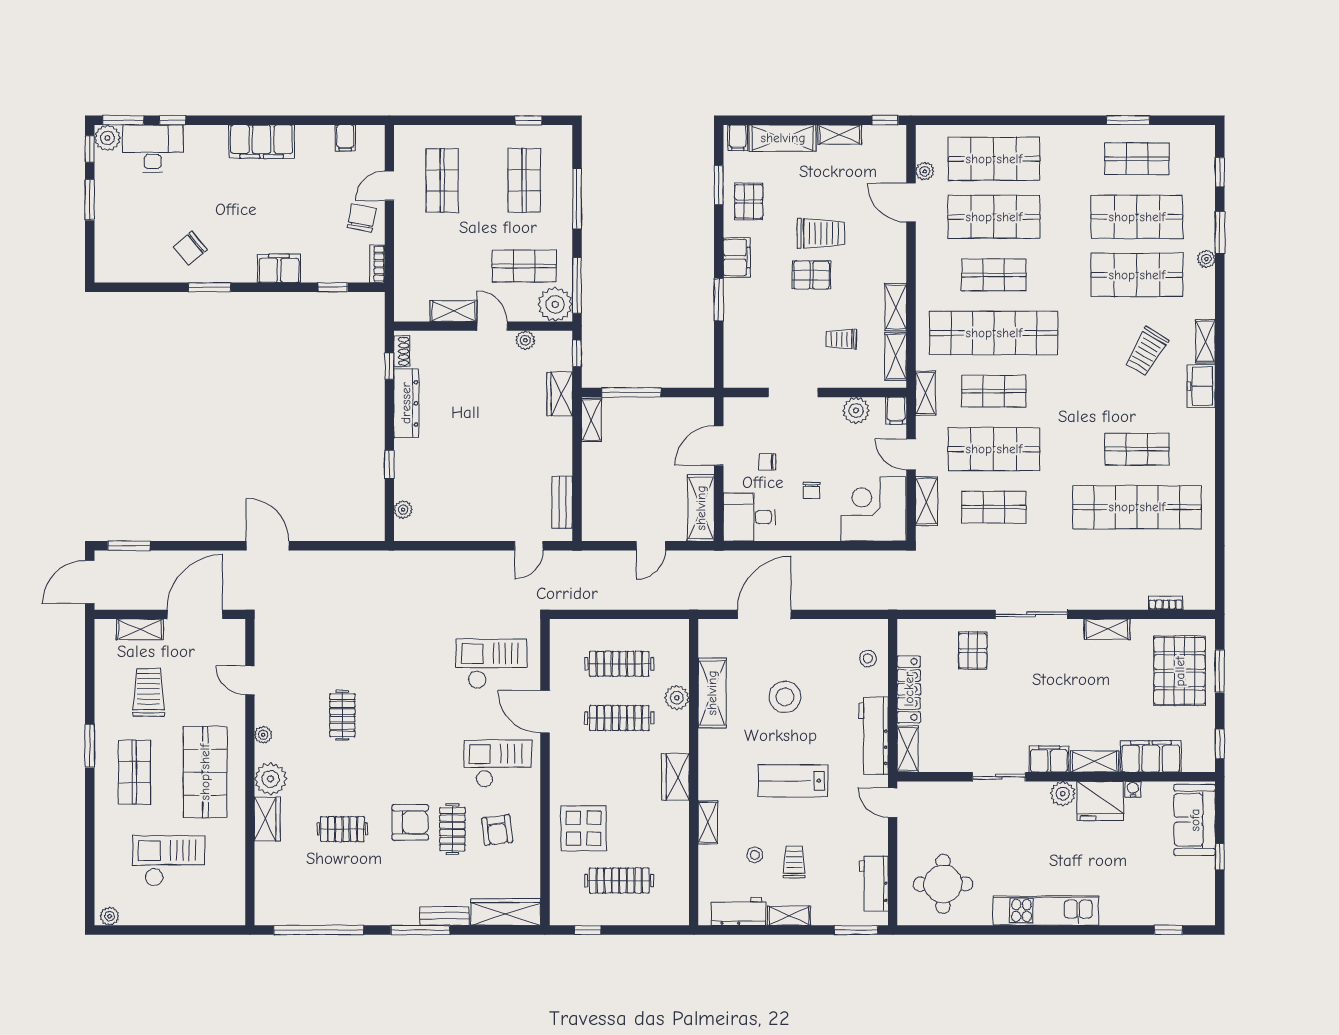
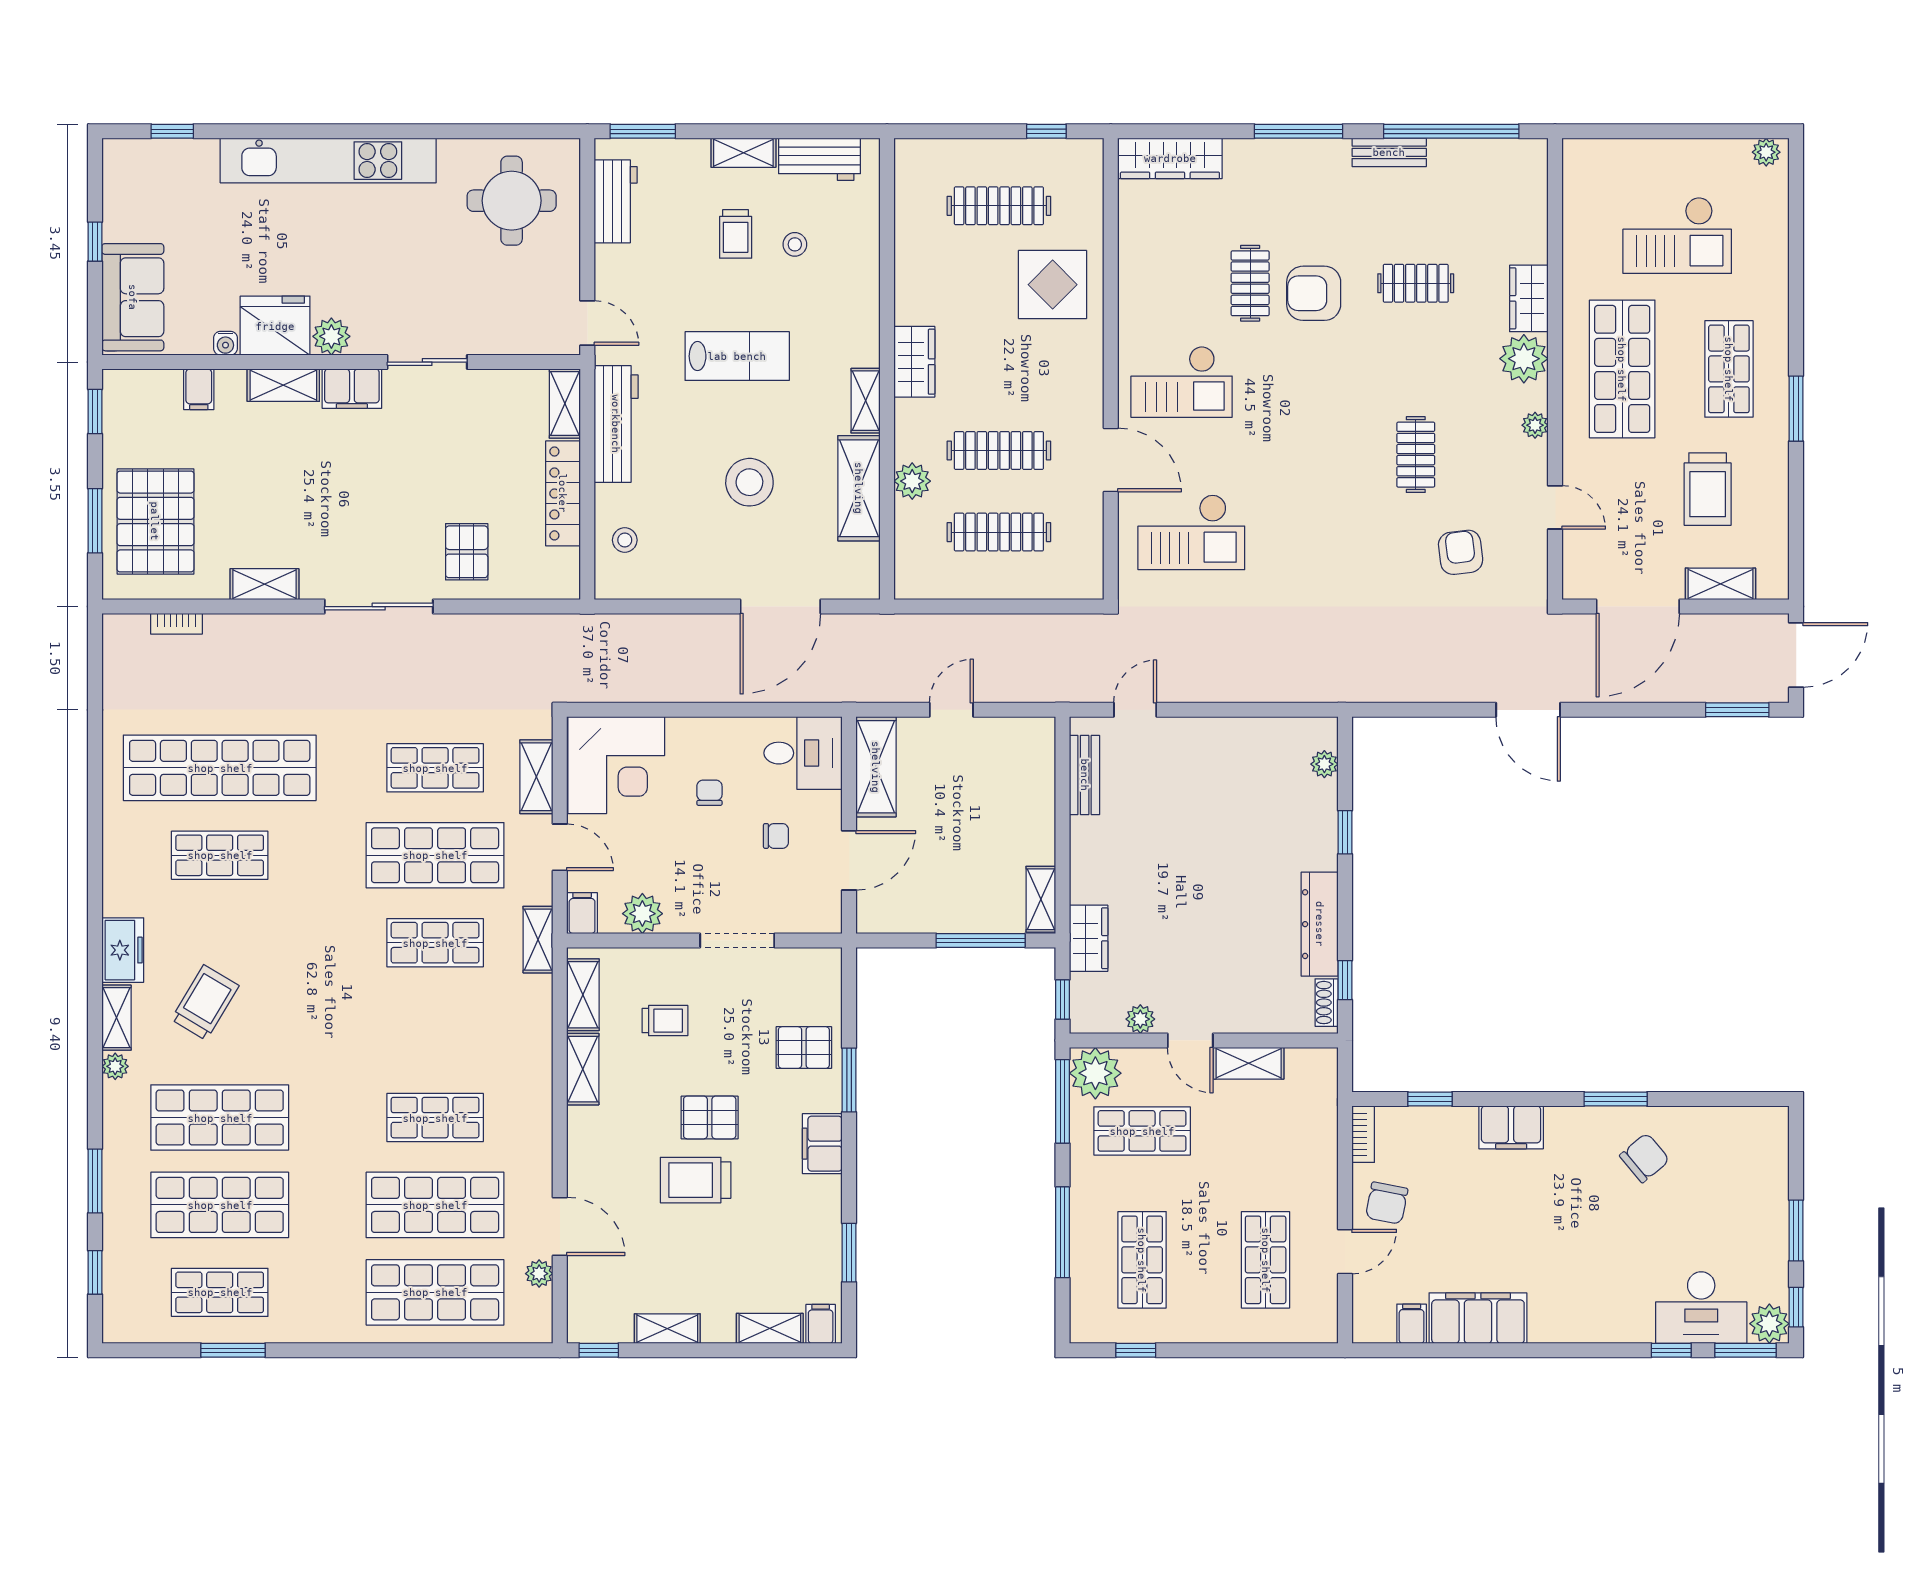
shelving: (783, 138) -> (770, 1328), width x0.67, depth x0.75
filing cabinet: (262, 142) -> (1478, 1318), moved
pallet: (749, 201) -> (804, 1048), moved, turned 90
plant: (1206, 259) -> (115, 1066), moved
shop shelf: (994, 333) -> (435, 1030), removed
filing cabinet: (1151, 756) -> (199, 389), width x0.33, depth x0.86
shelving: (708, 822) -> (866, 401), moved
armchair: (497, 830) -> (1461, 552), moved
kitchen unit: (1046, 911) -> (328, 161), width x1.36
bench: (444, 916) -> (1389, 152), moved

